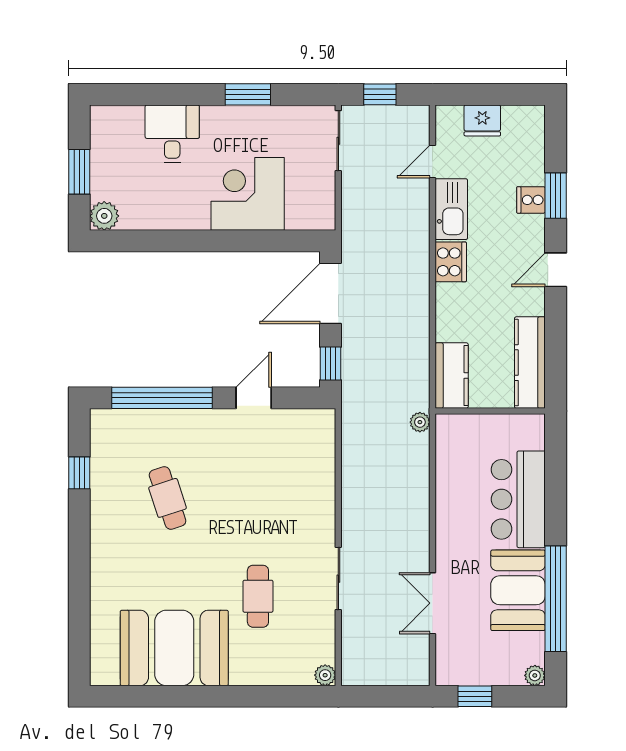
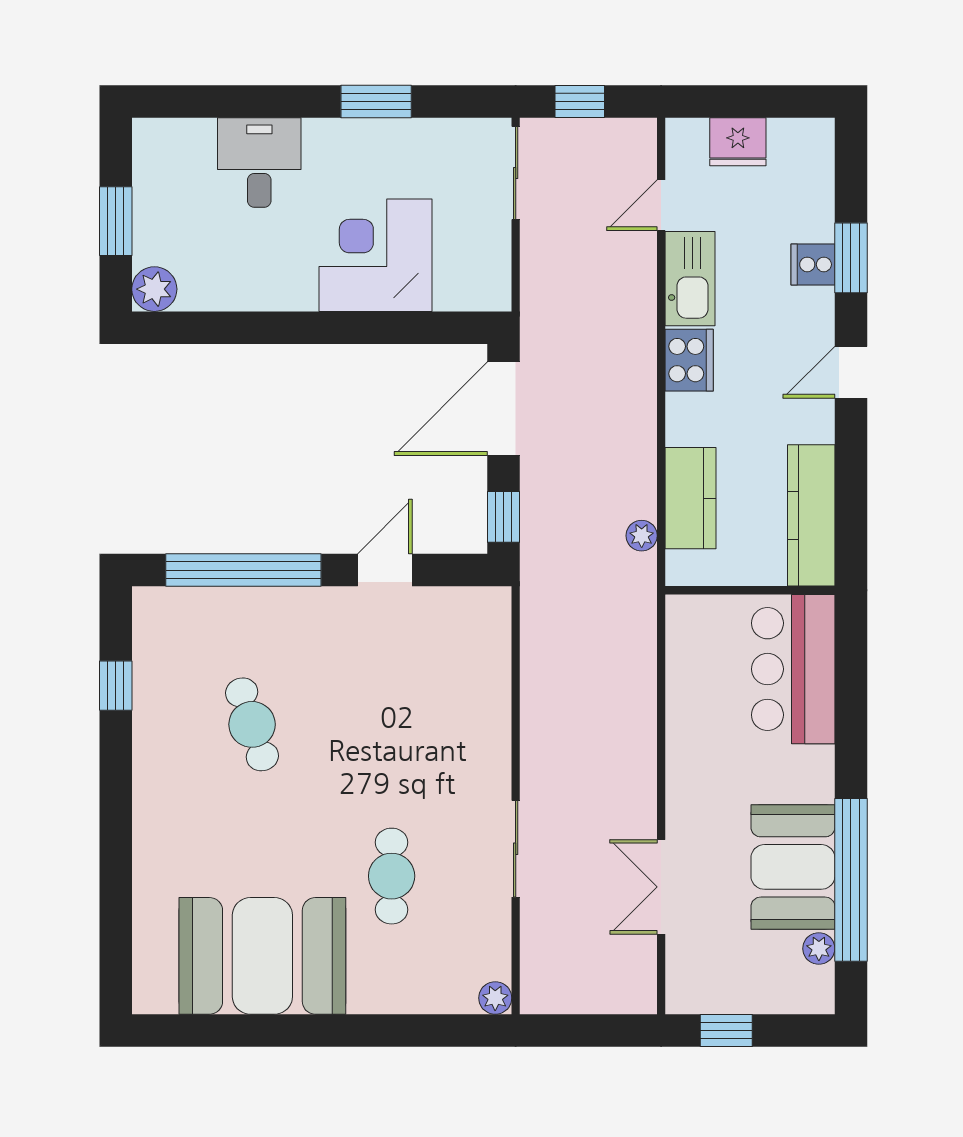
kitchen counter: (452, 376) -> (690, 498), moved
plant: (420, 422) -> (642, 536), moved
bar counter: (518, 499) -> (793, 669), moved
plant: (535, 675) -> (819, 949), moved

